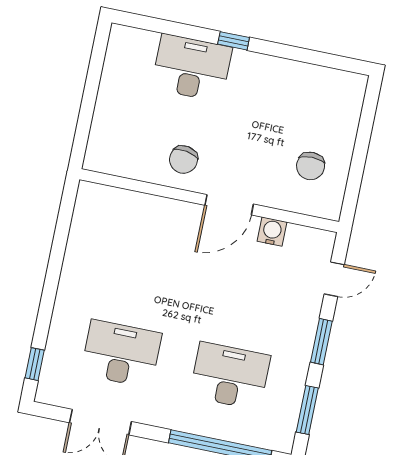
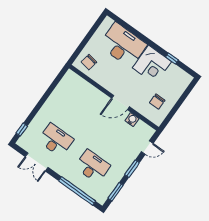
window: (234, 41) -> (172, 58), moved
desk: (192, 68) -> (123, 45), width x1.36, depth x1.30
corner desk: (262, 89) -> (152, 65), added
chair: (183, 160) -> (89, 62), moved

